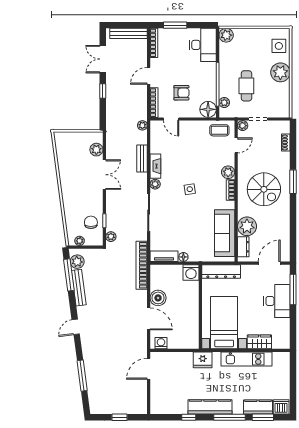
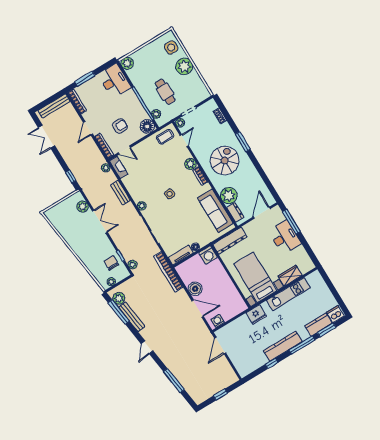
window: (103, 91) -> (71, 176), moved
fireplace: (155, 166) -> (119, 167), moved
spiral stairs: (264, 189) -> (225, 161), turned -90

